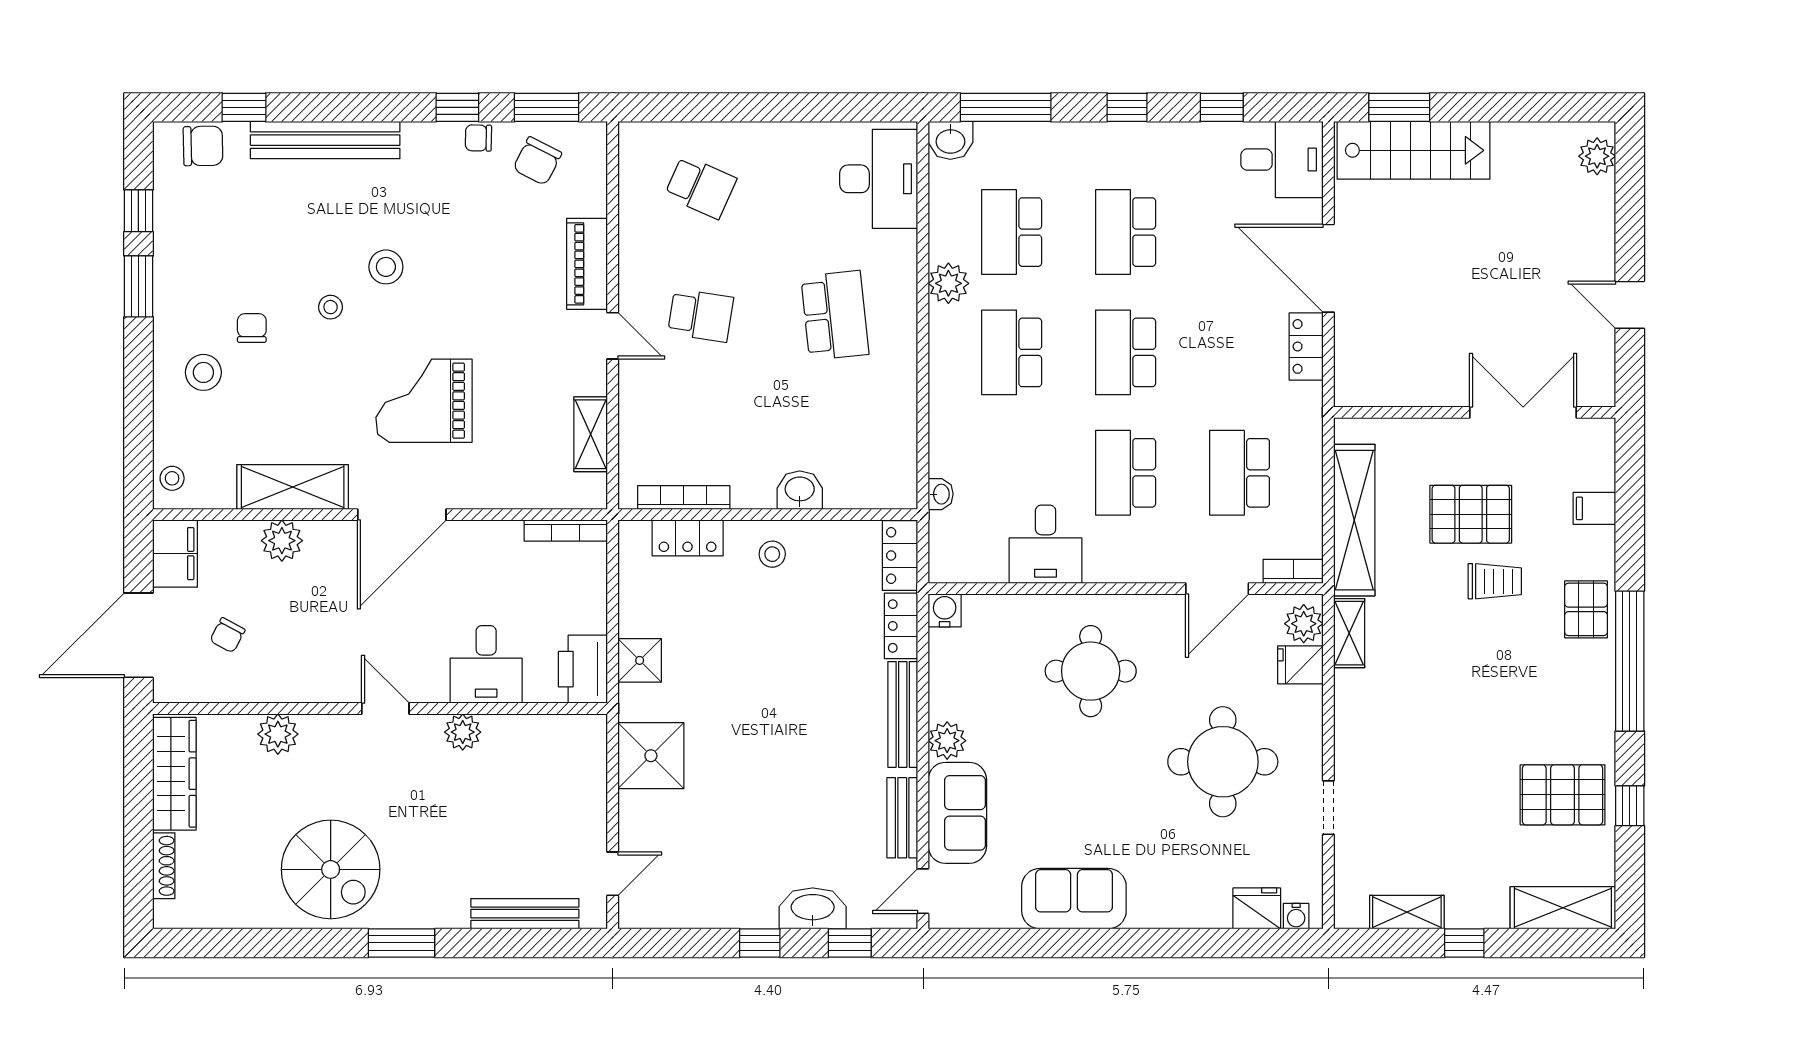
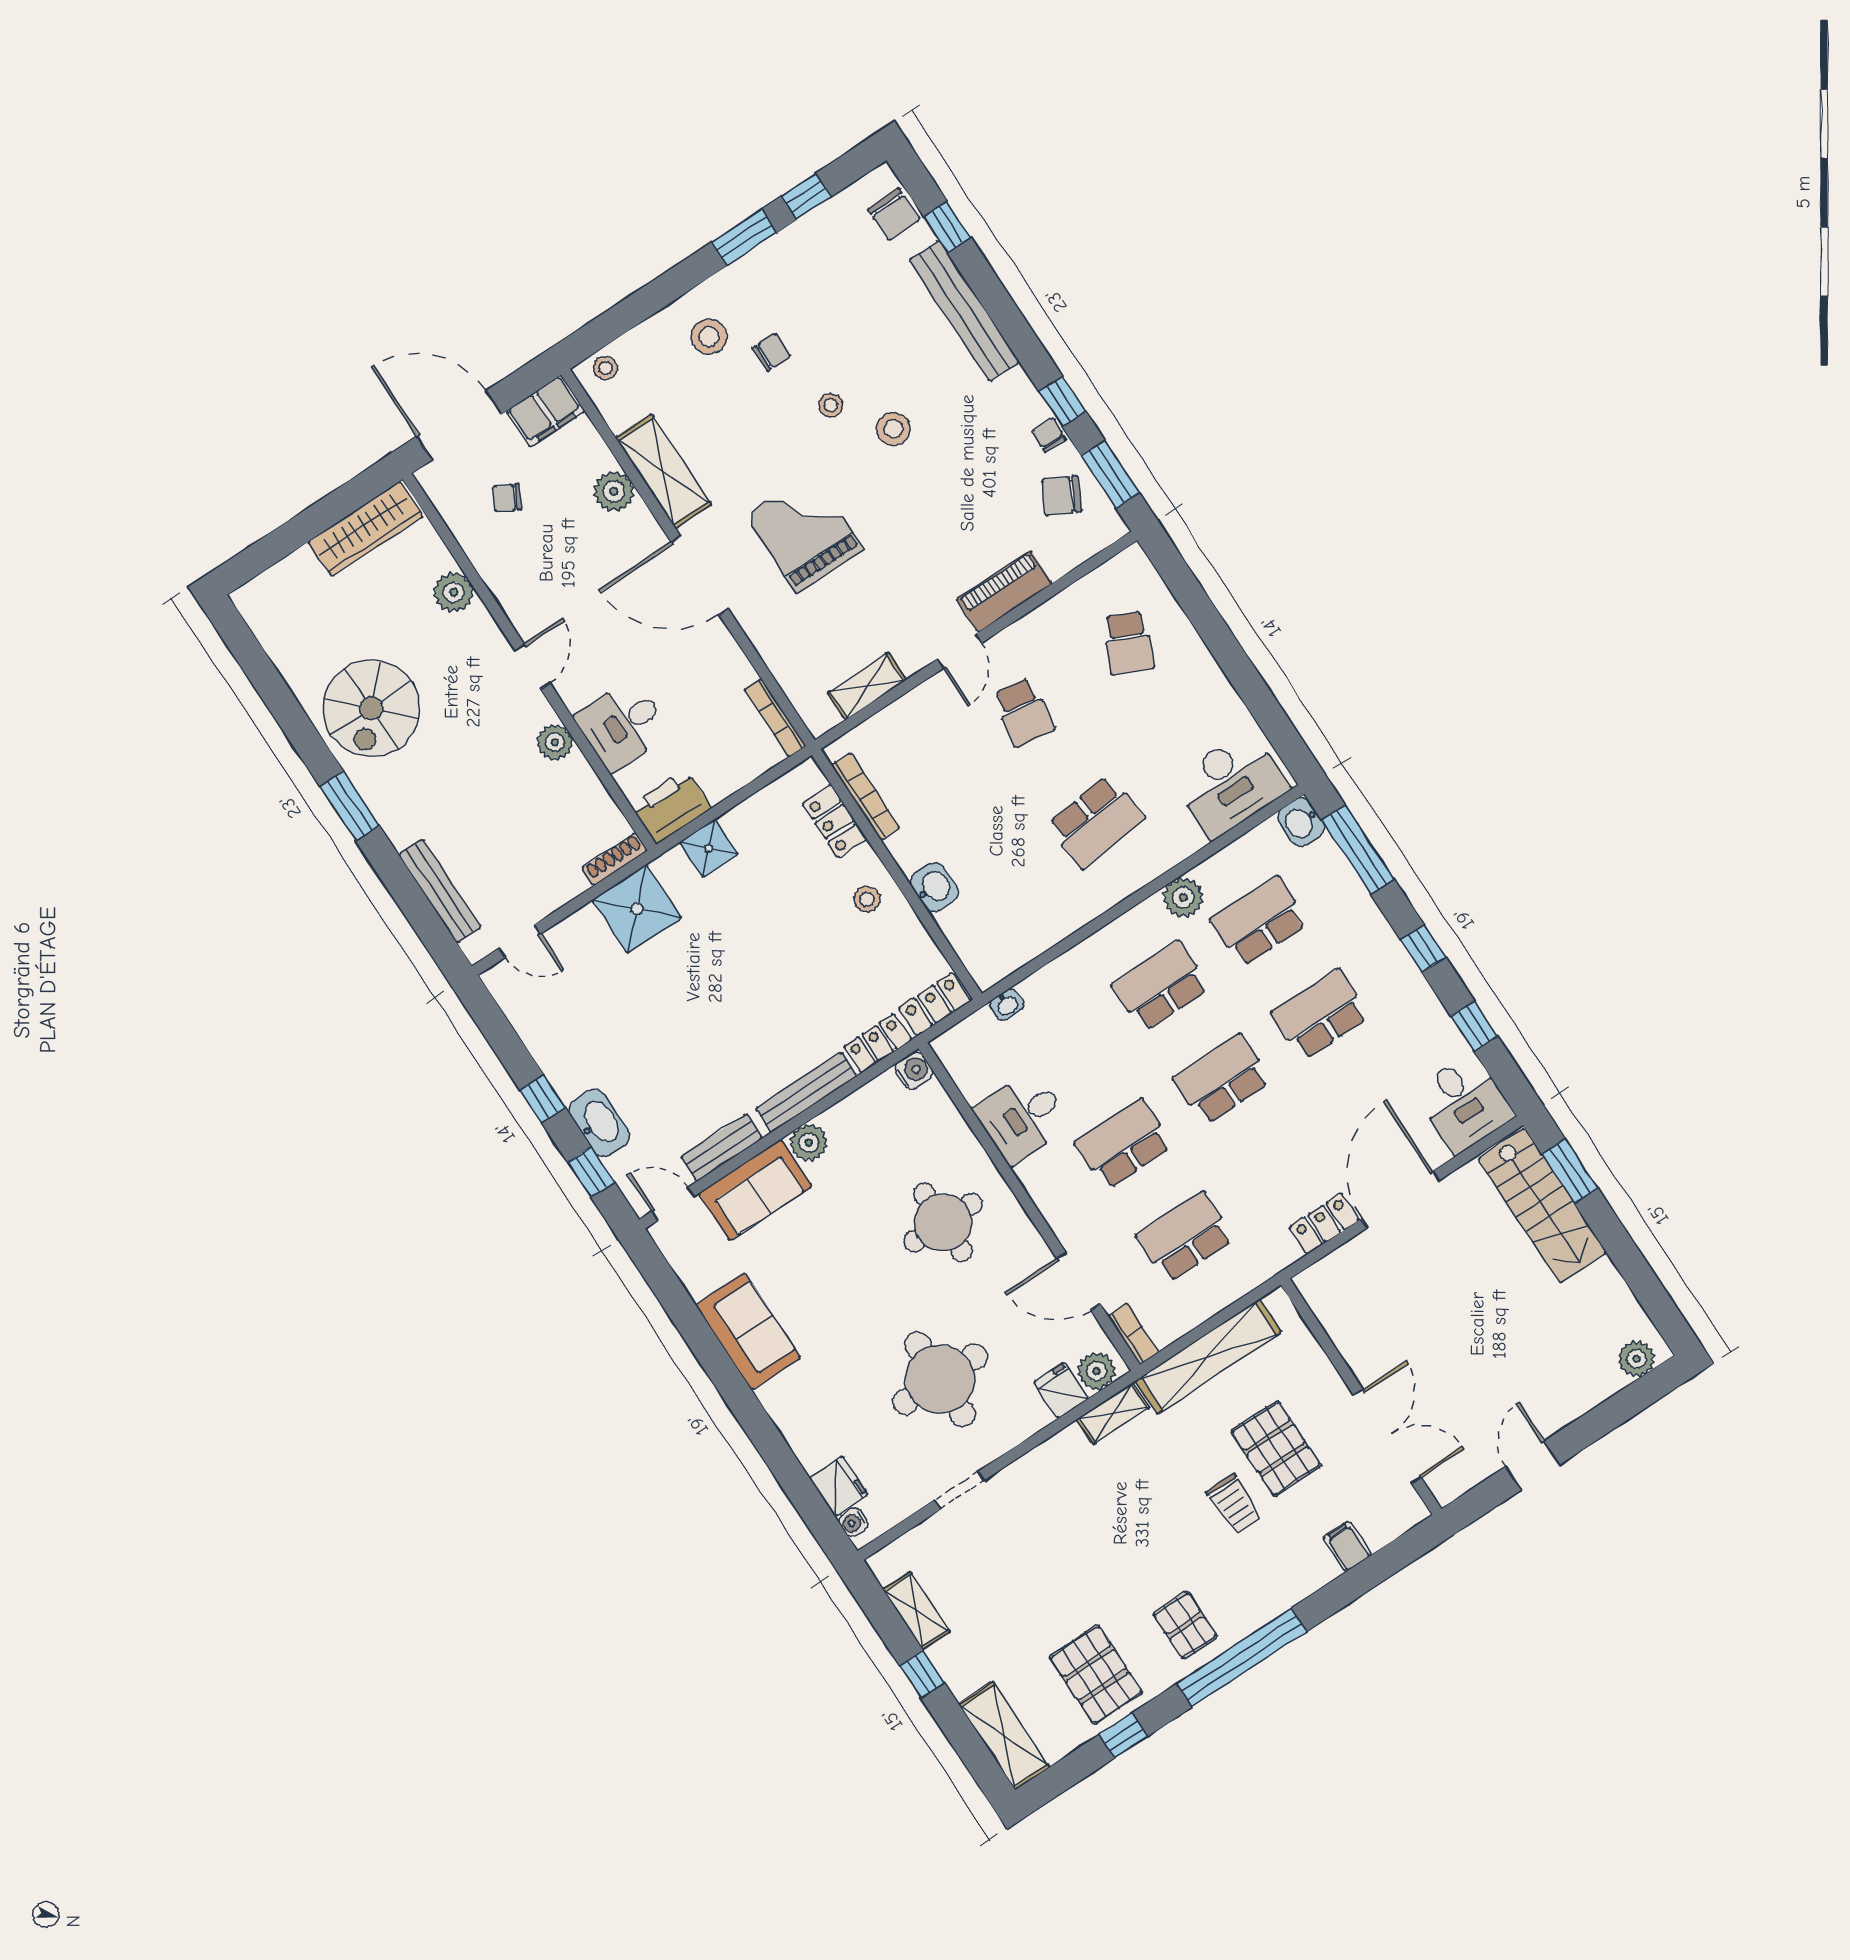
pallet: (1586, 609) -> (1185, 1625), moved, turned 90
shoe rack: (164, 866) -> (615, 859), moved, turned 180

